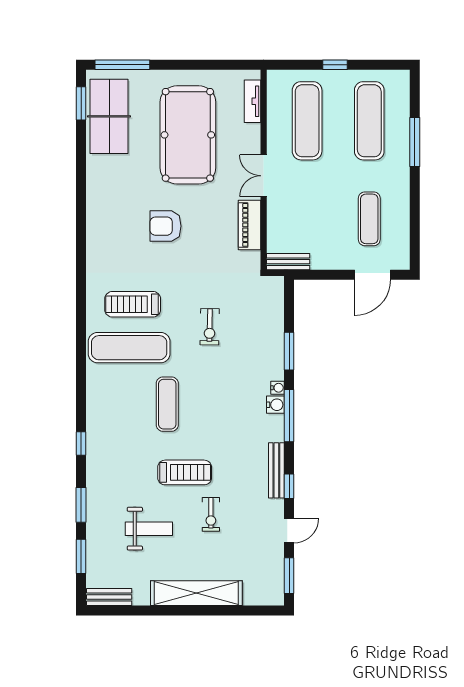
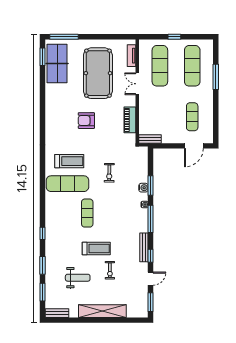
double door: (264, 176) -> (137, 84), moved
treadmill: (133, 304) -> (69, 161), turned 180
water cooler: (275, 405) -> (143, 188), moved

